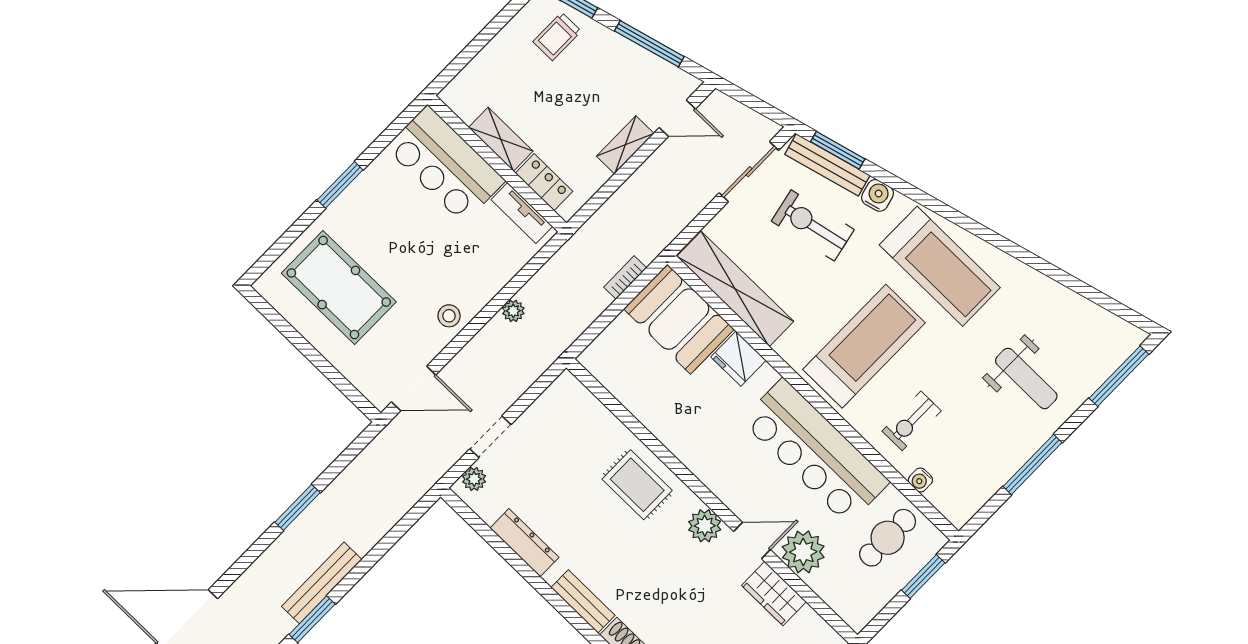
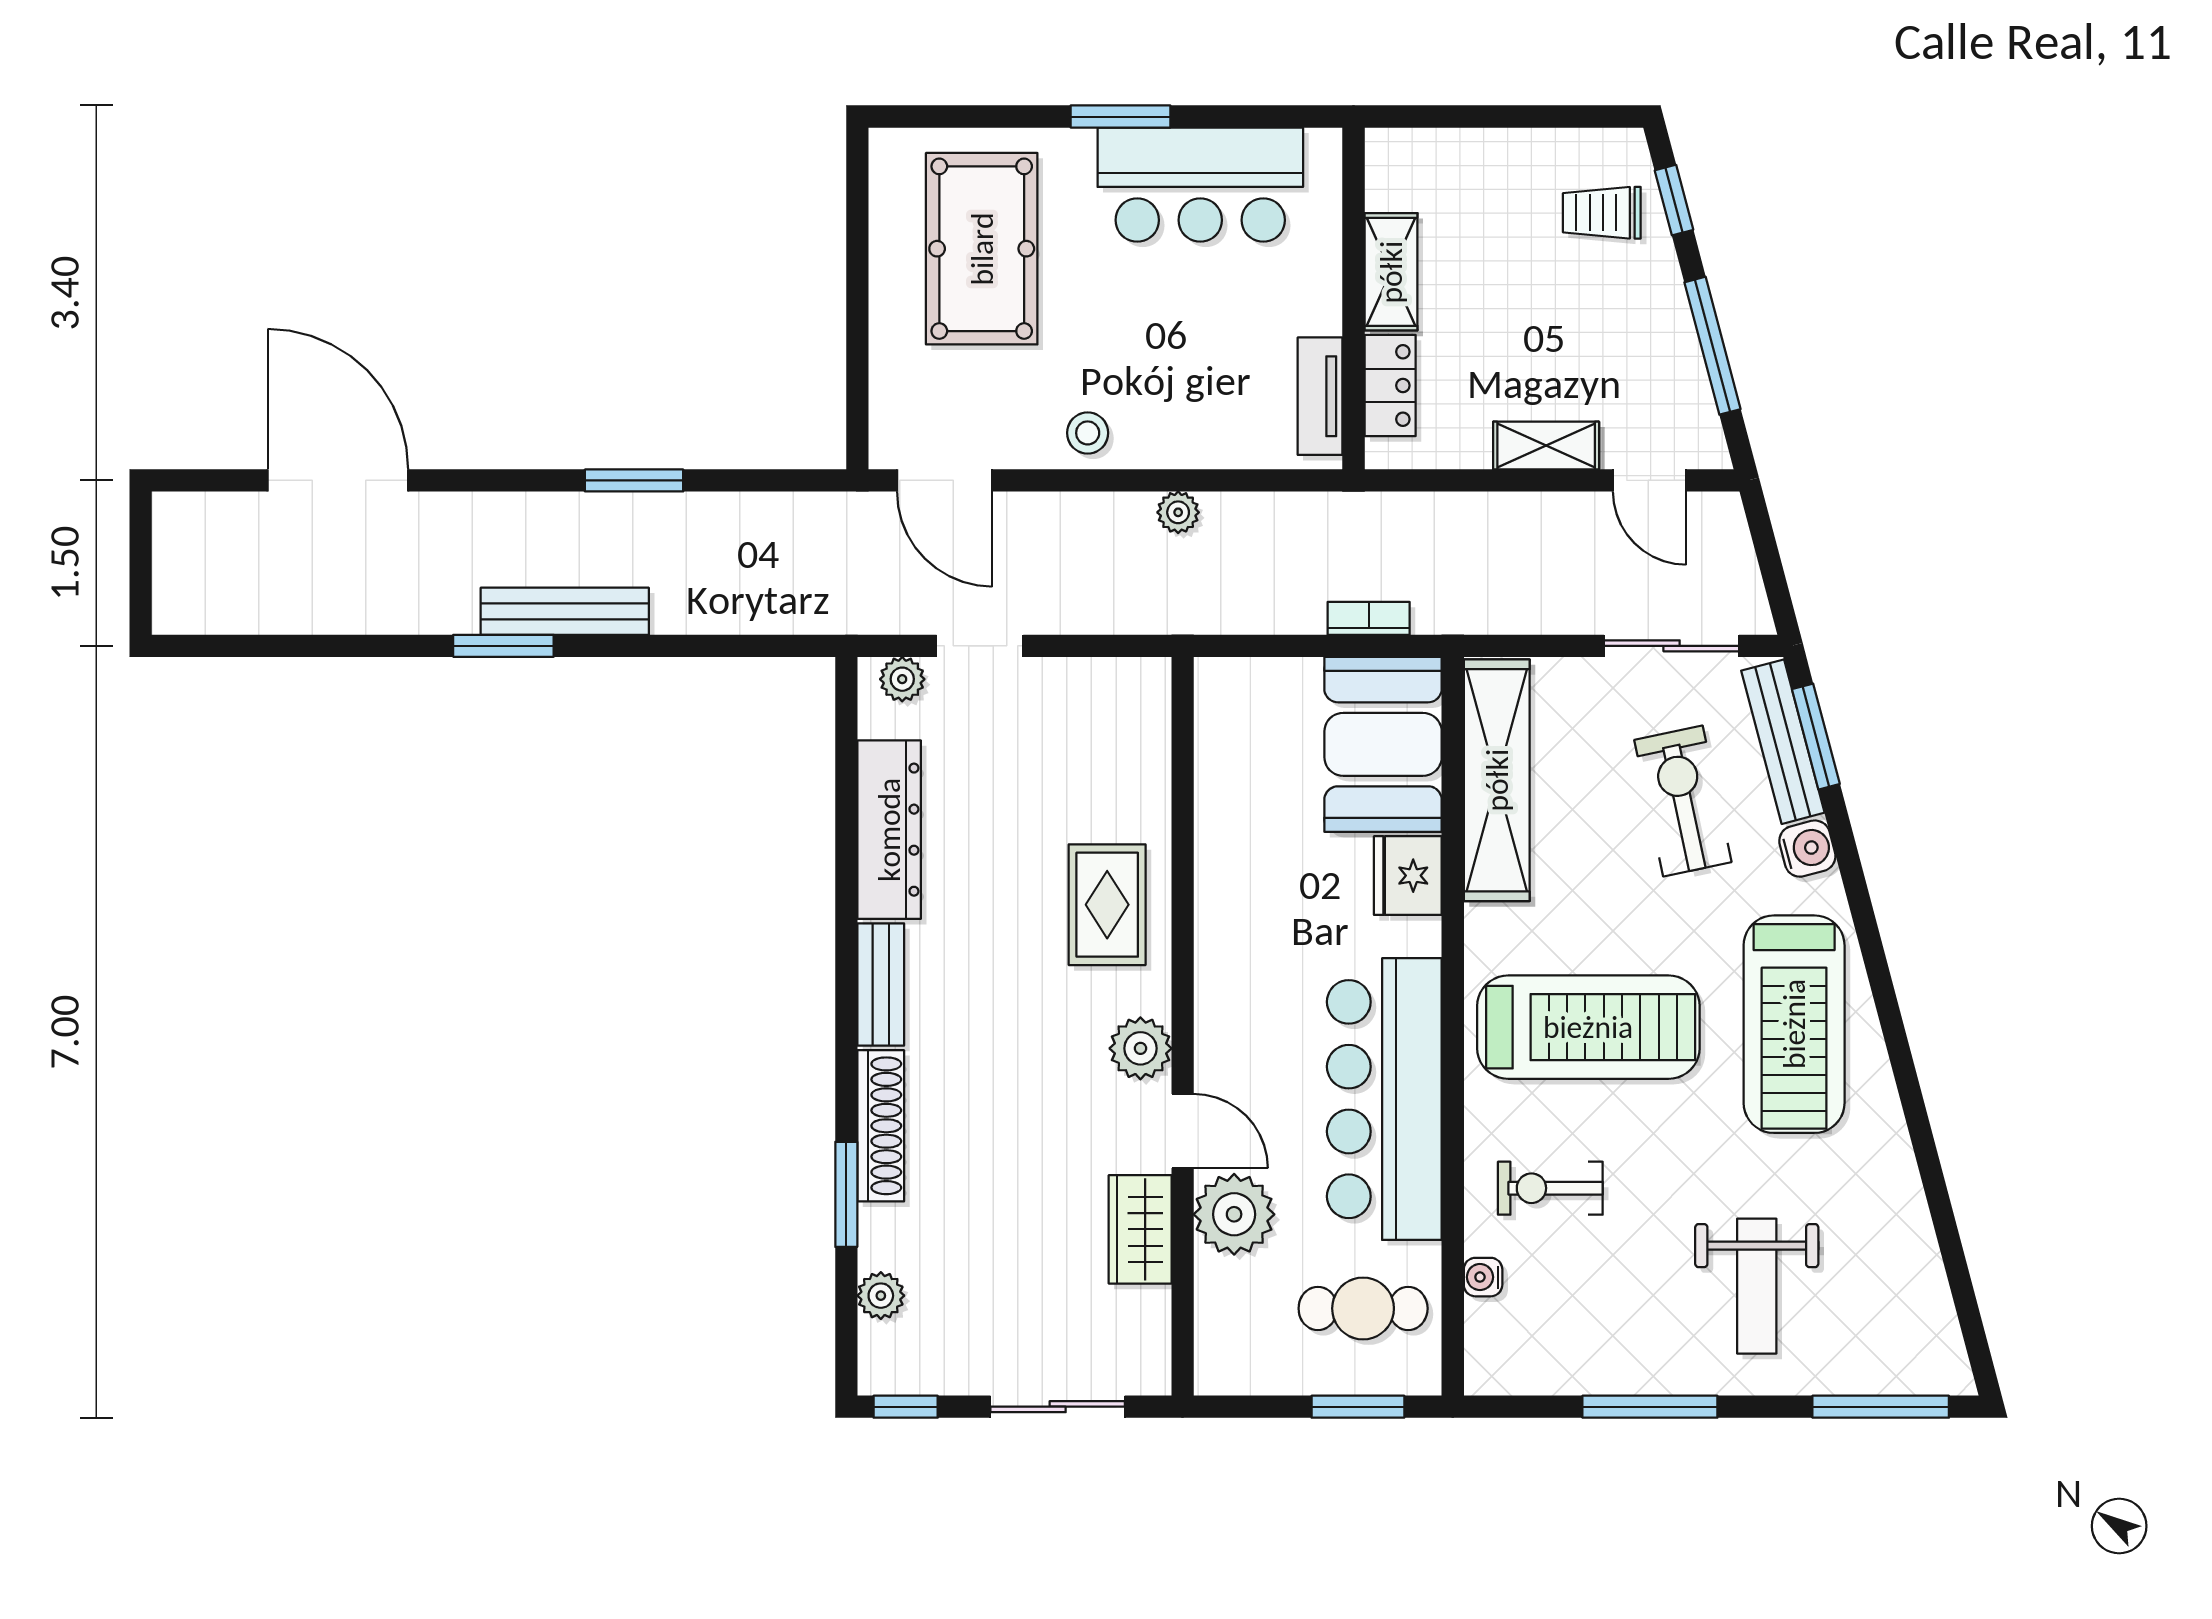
bar counter: (445, 164) -> (1200, 185), moved, turned -90
dresser: (524, 543) -> (889, 830), width x1.37, depth x1.24

